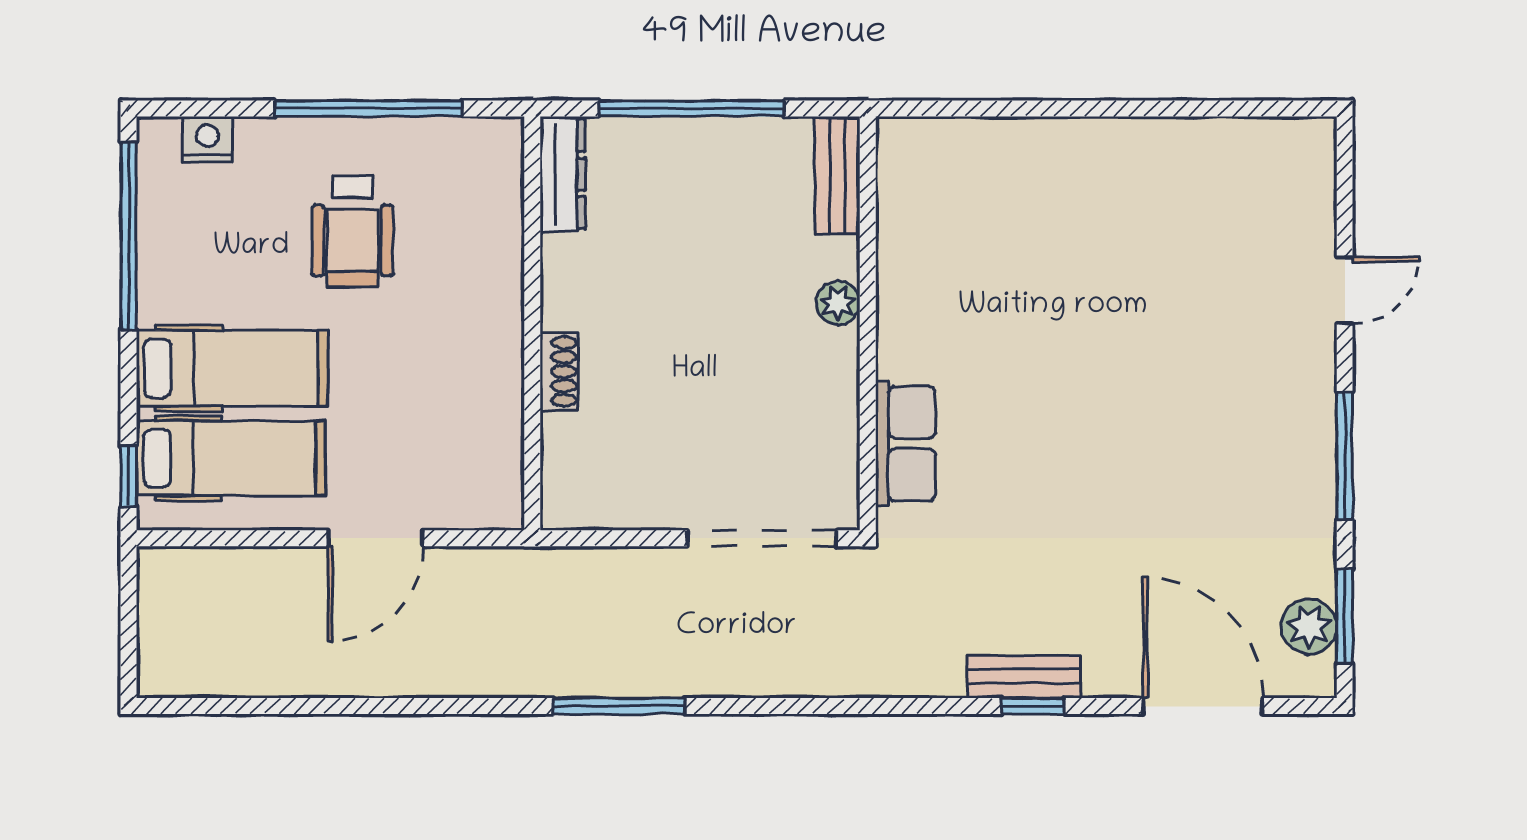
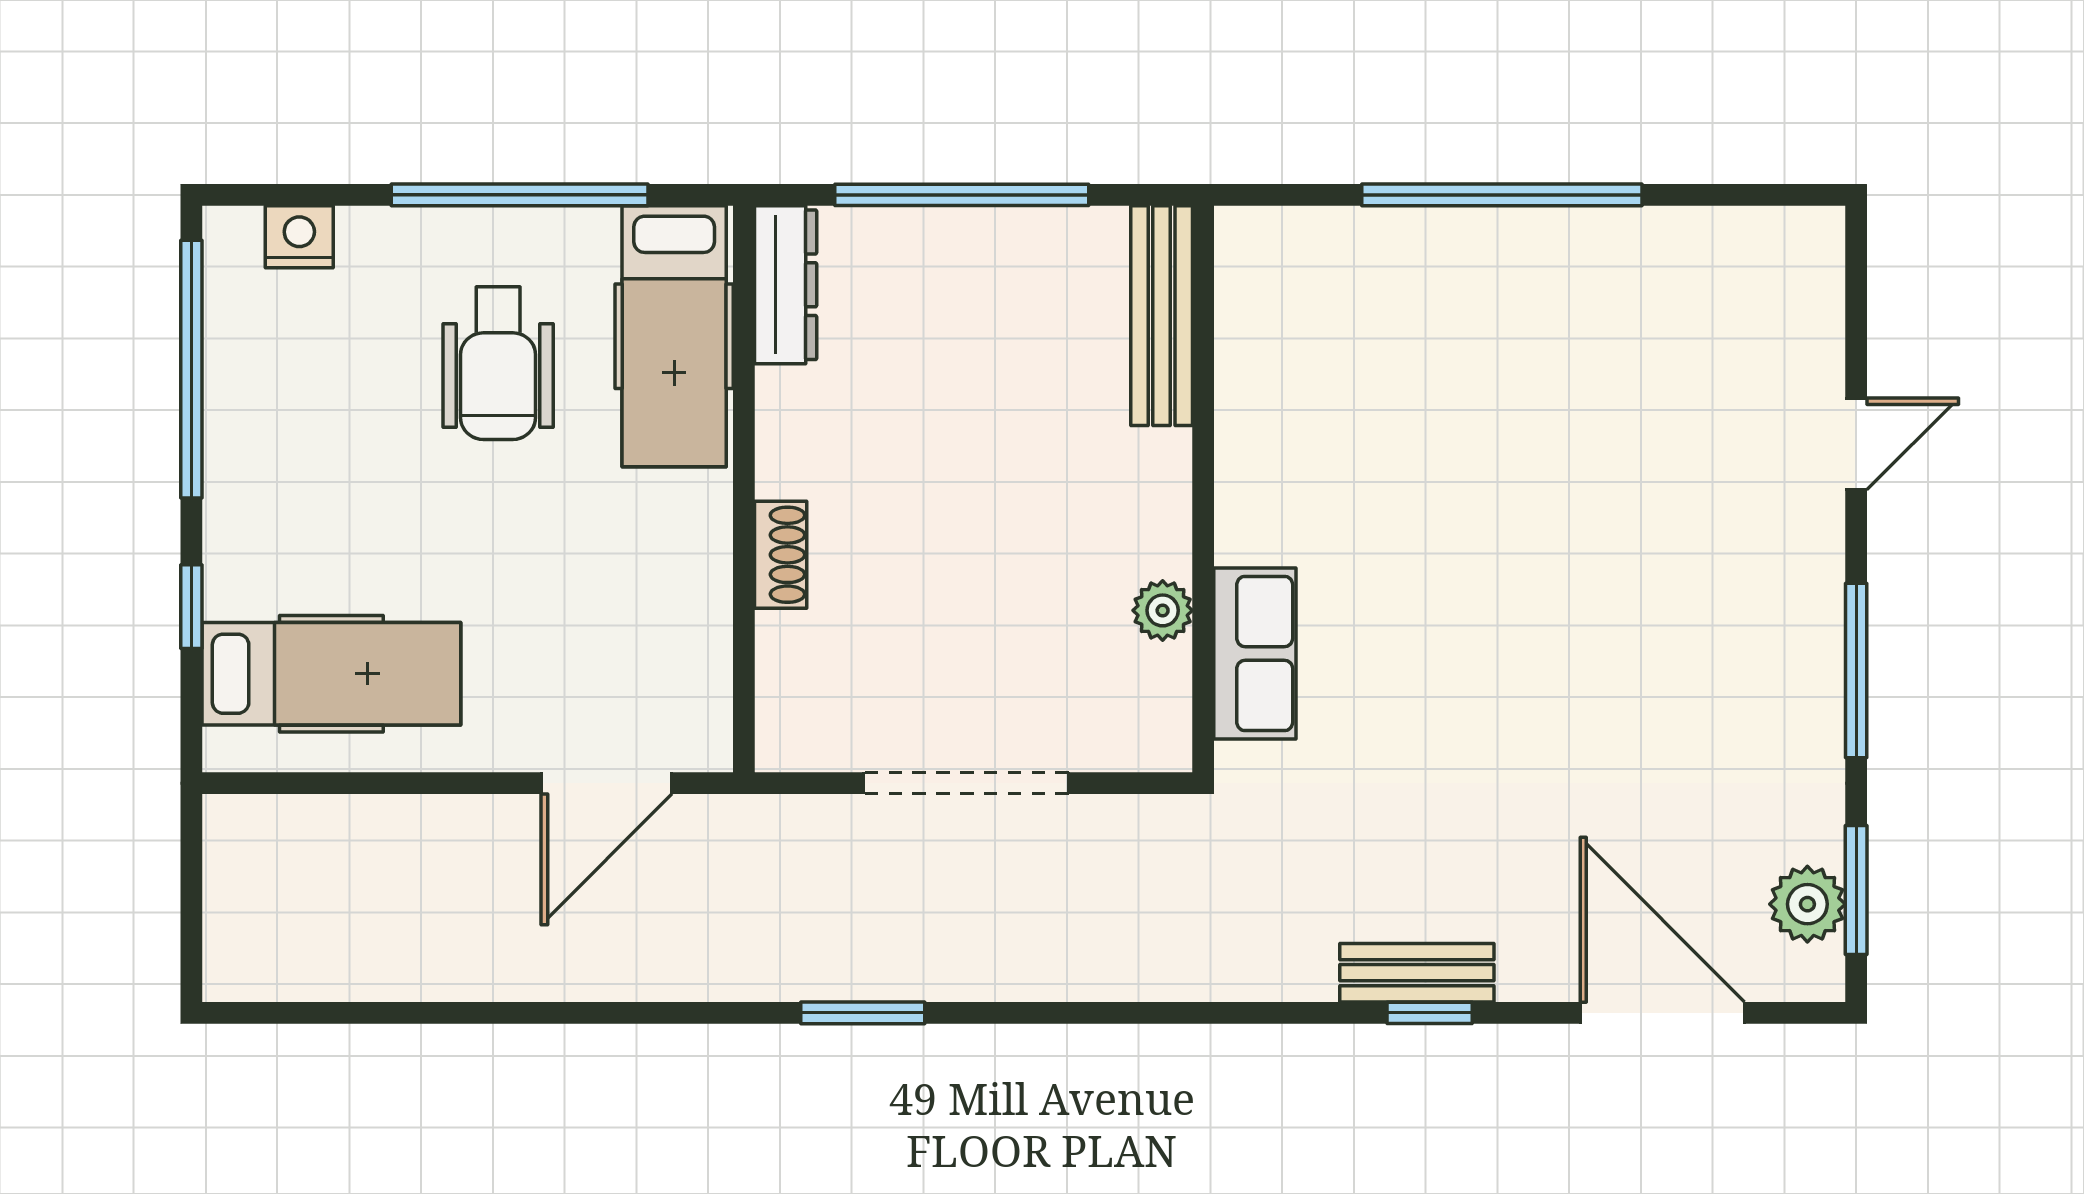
window: (1086, 108) -> (1502, 195), added
bench: (837, 175) -> (1162, 316), width x1.36
plant: (838, 303) -> (1163, 610), moved
hospital bed: (232, 368) -> (674, 336), moved, turned 90
window: (129, 476) -> (191, 607), moved
door: (375, 538) -> (606, 783), moved
doorway: (762, 538) -> (966, 783), moved
window: (619, 706) -> (863, 1013), width x0.69

